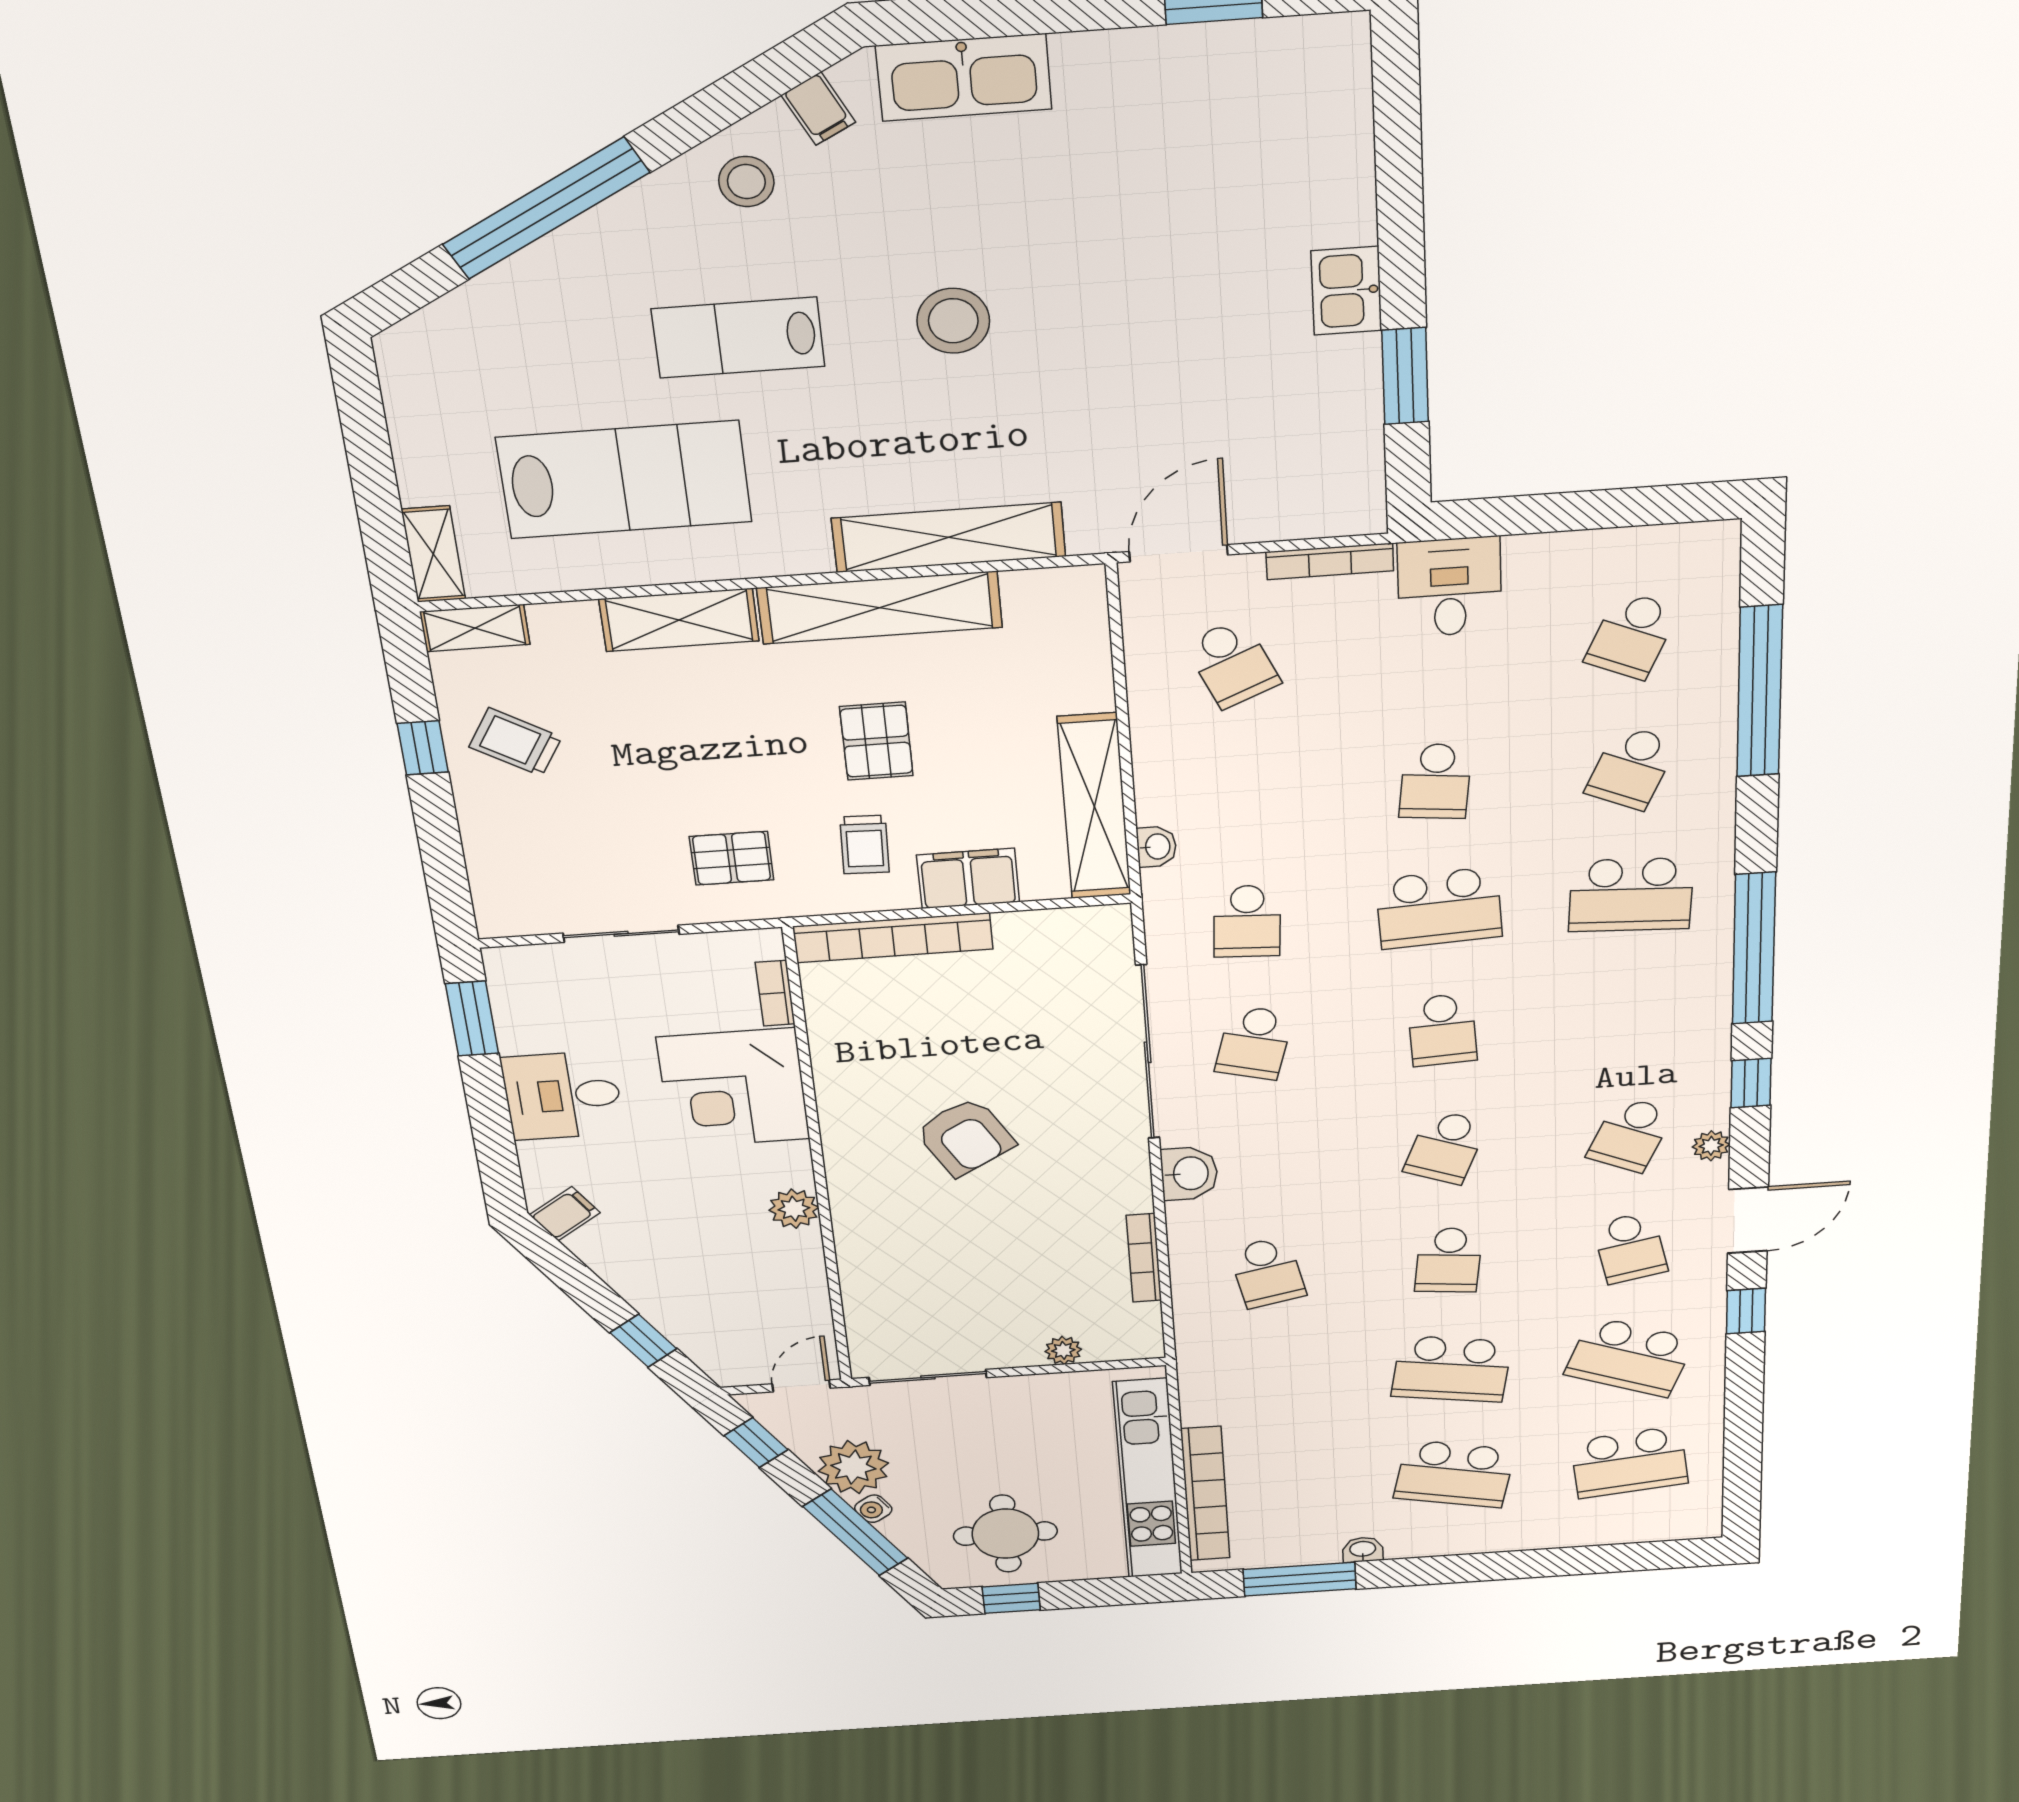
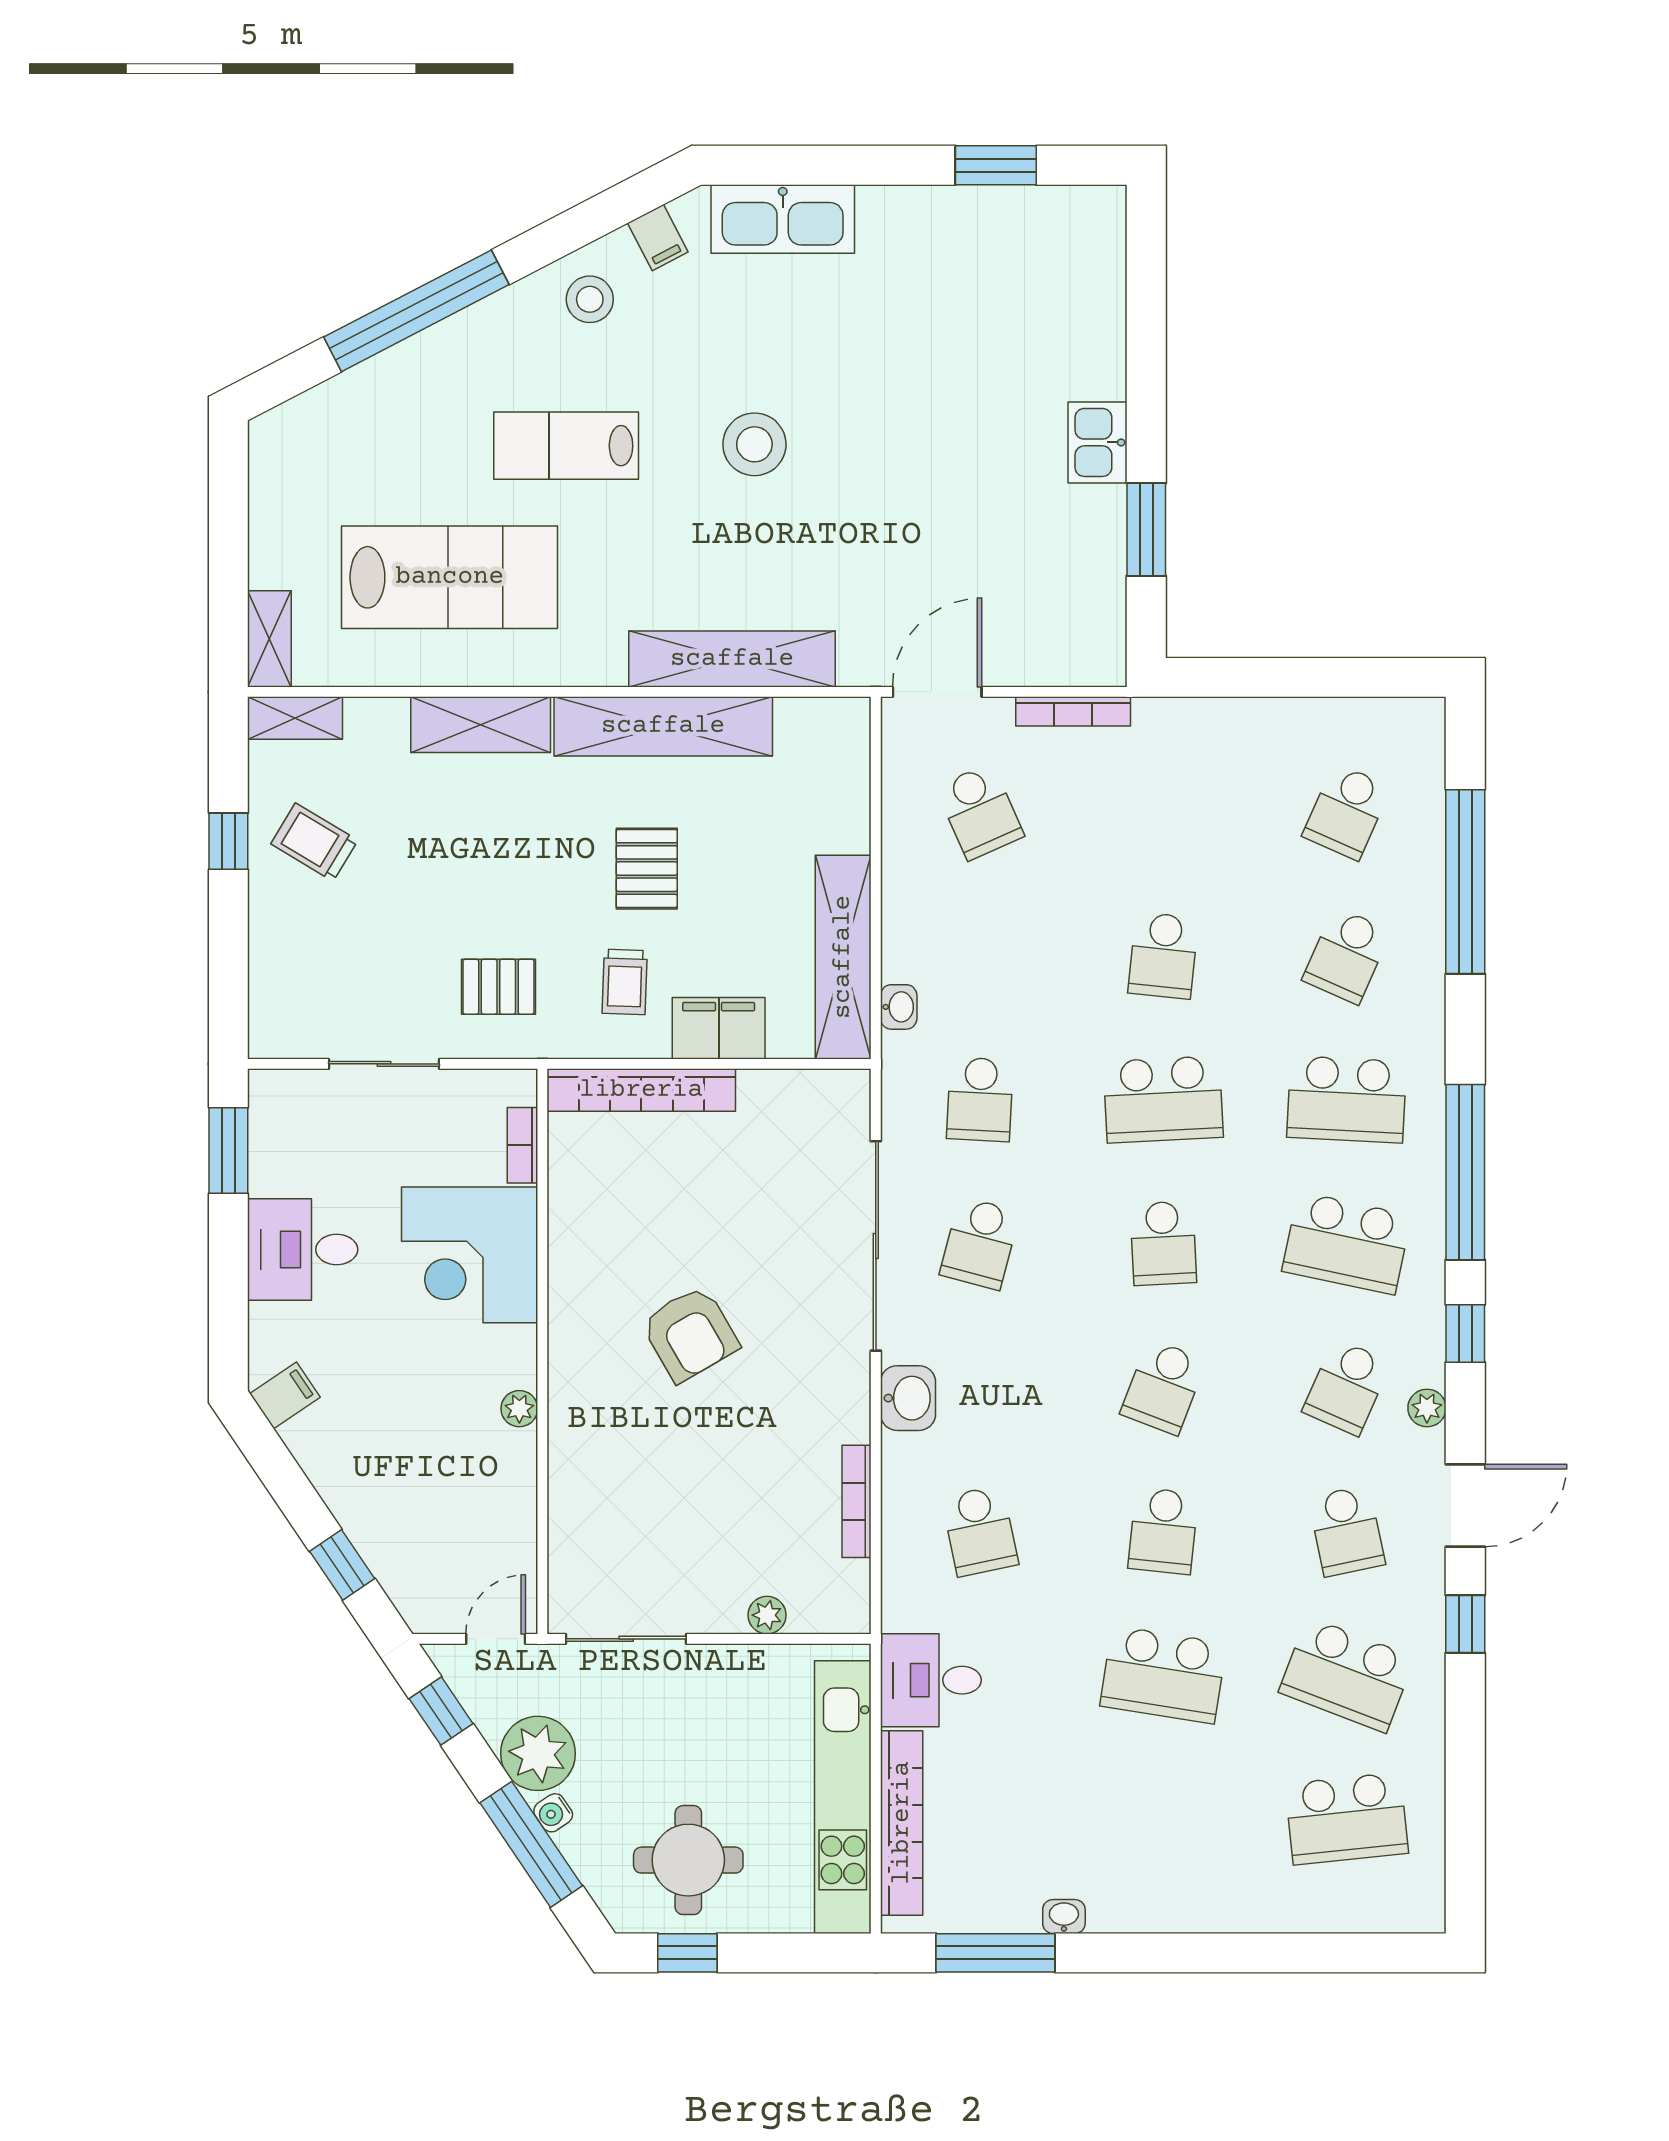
desk: (1450, 587) -> (931, 1680), moved, turned -90
plant: (794, 1209) -> (519, 1409), width x0.73, depth x0.73
school desk: (1454, 1474) -> (1347, 1243), moved

